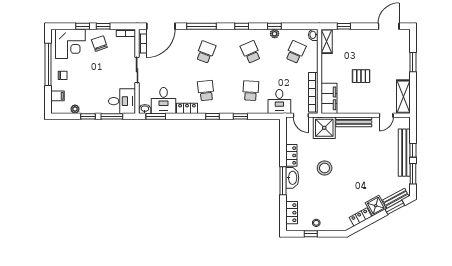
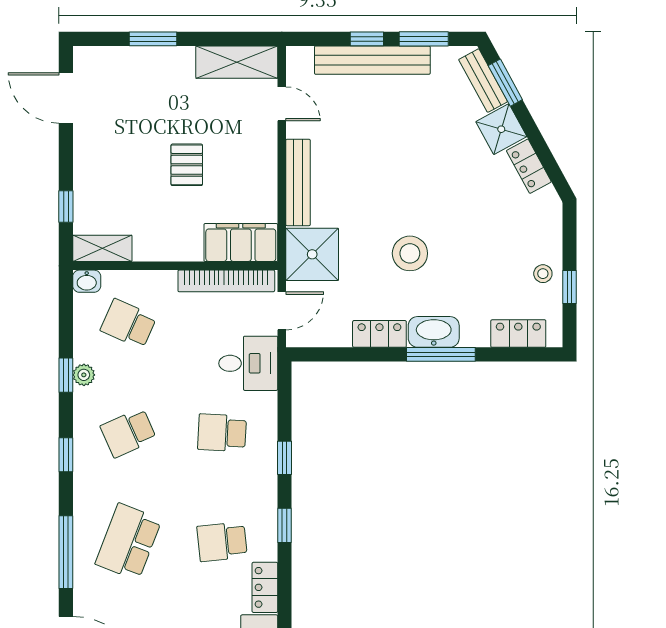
school desk: (206, 52) -> (128, 542), width x1.85

